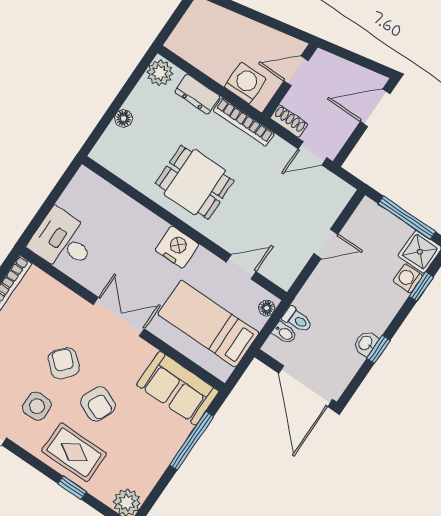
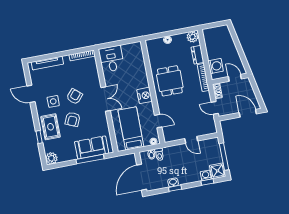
sofa: (178, 388) -> (92, 147), moved, turned 90

